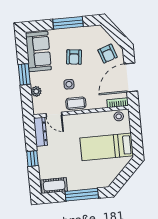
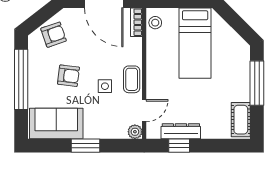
window: (68, 23) -> (21, 79), width x1.46
armchair: (108, 54) -> (54, 35), moved
plant: (36, 91) -> (135, 132), moved
dresser: (40, 132) -> (181, 131), moved
window: (32, 159) -> (179, 146), moved

